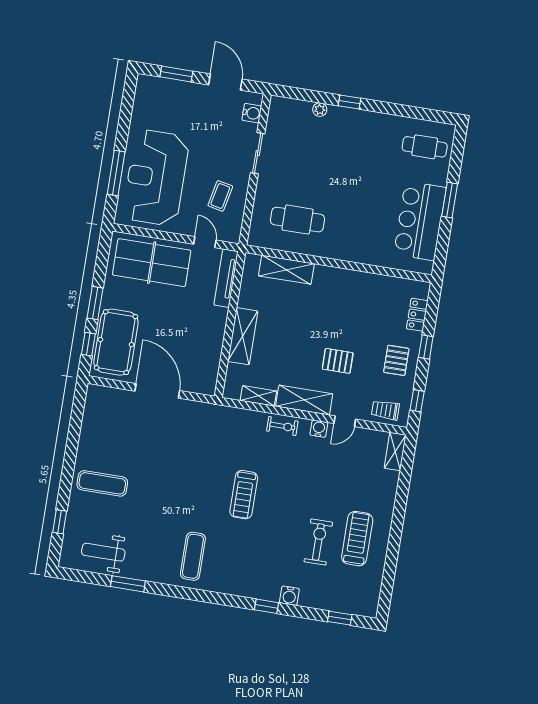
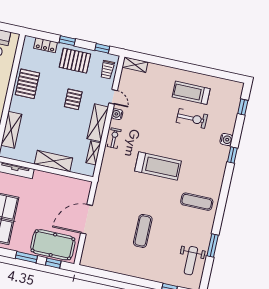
pallet: (357, 290) -> (27, 84), added
pallet: (396, 360) -> (75, 61), width x1.50, depth x1.42
exercise mat: (102, 483) -> (143, 231), moved
treadmill: (244, 495) -> (158, 166), width x1.37, depth x1.38
exercise bike: (318, 542) -> (192, 118), turned 180

